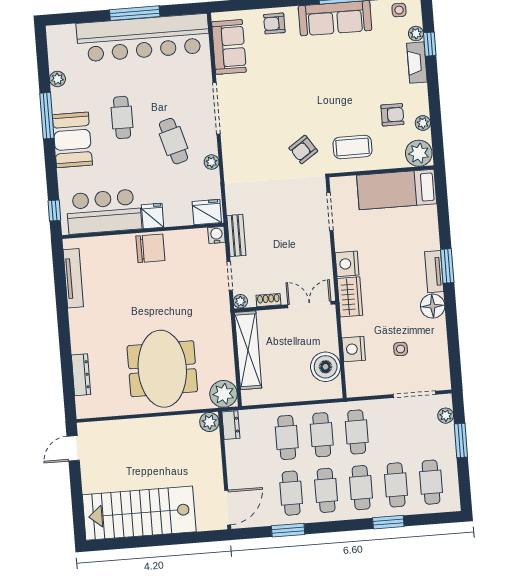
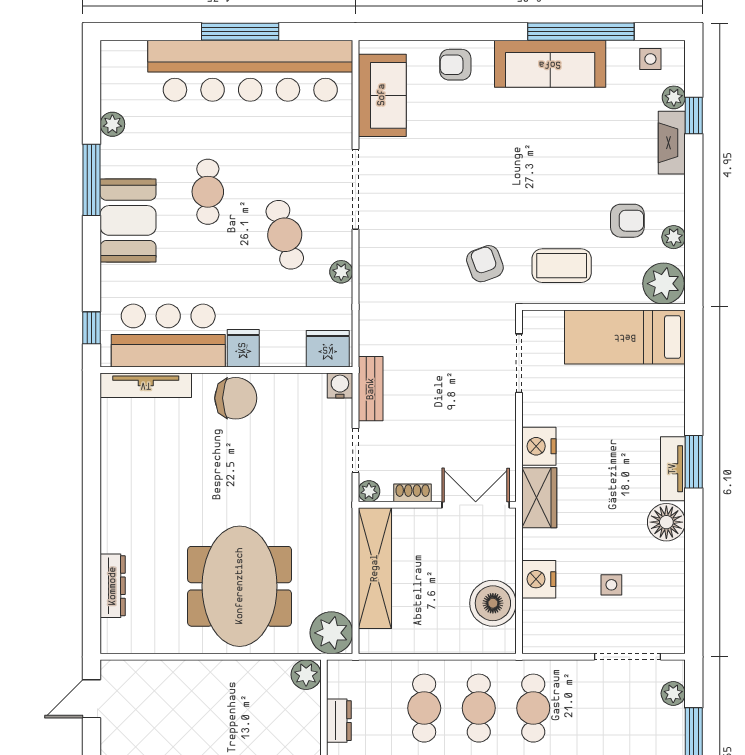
armchair: (303, 150) -> (485, 264), turned 104
tv unit: (73, 278) -> (146, 385), moved, turned 90
dresser: (231, 425) -> (339, 721), moved

